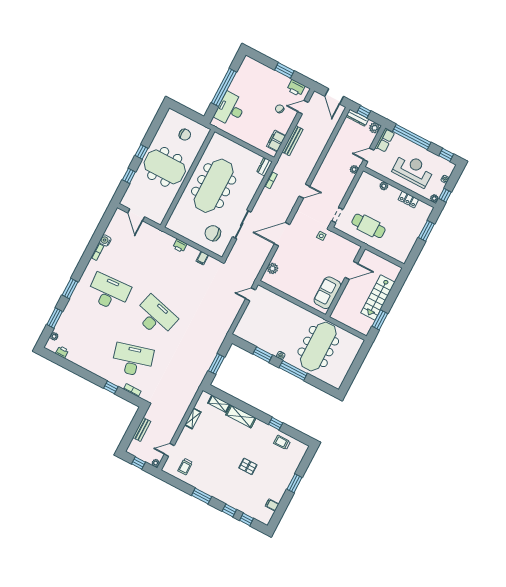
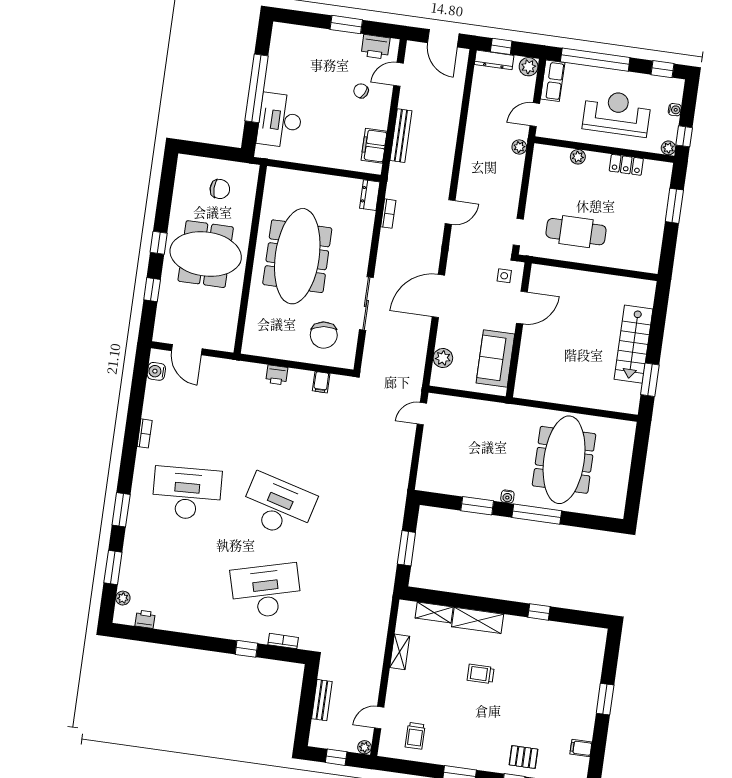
chair: (213, 233) -> (324, 335), turned -96
water cooler: (105, 240) -> (156, 371), moved
door: (351, 270) -> (522, 308), moved
wall: (345, 282) -> (519, 330), moved
sofa: (327, 293) -> (495, 358), moved
trolley: (282, 442) -> (481, 674), moved
pallet: (248, 466) -> (524, 757), moved

